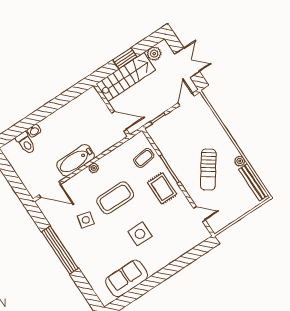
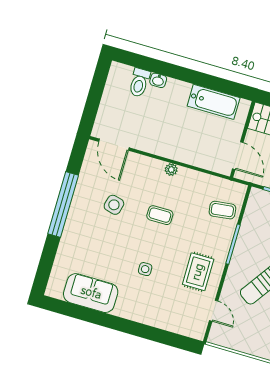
bathtub: (76, 160) -> (214, 102), moved, turned 180
rug: (162, 188) -> (198, 272), moved
coffee table: (115, 198) -> (160, 215), width x0.54, depth x0.58
side table: (140, 234) -> (145, 269), width x0.54, depth x0.54

